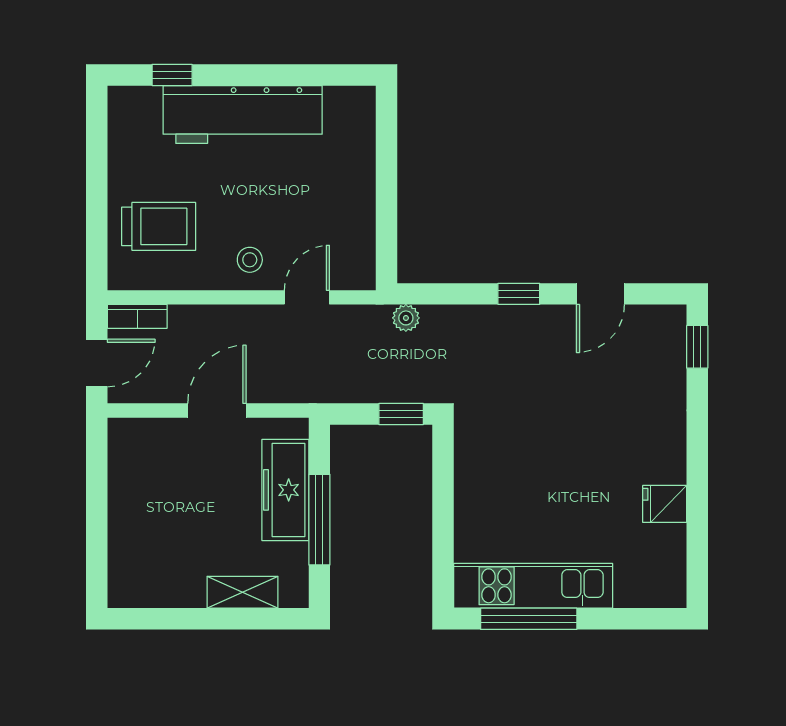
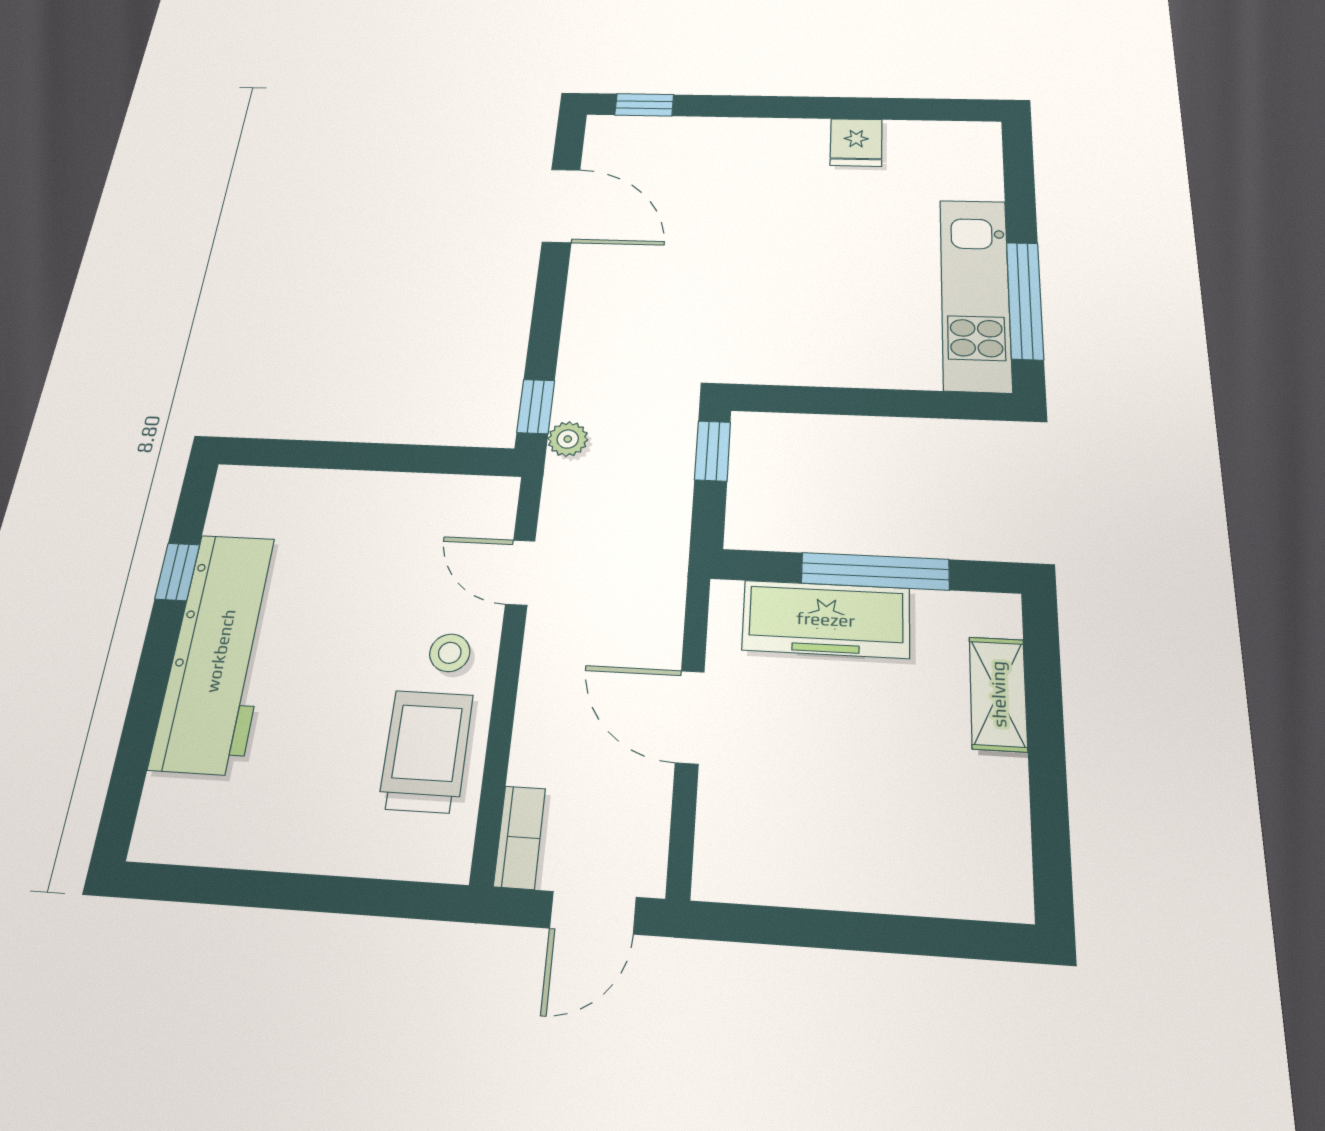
window: (172, 75) -> (177, 572), moved
trolley: (159, 226) -> (426, 751), moved
window: (519, 294) -> (536, 406), moved
door: (600, 294) -> (561, 206), width x1.38
door: (97, 363) -> (593, 913), swing flipped

